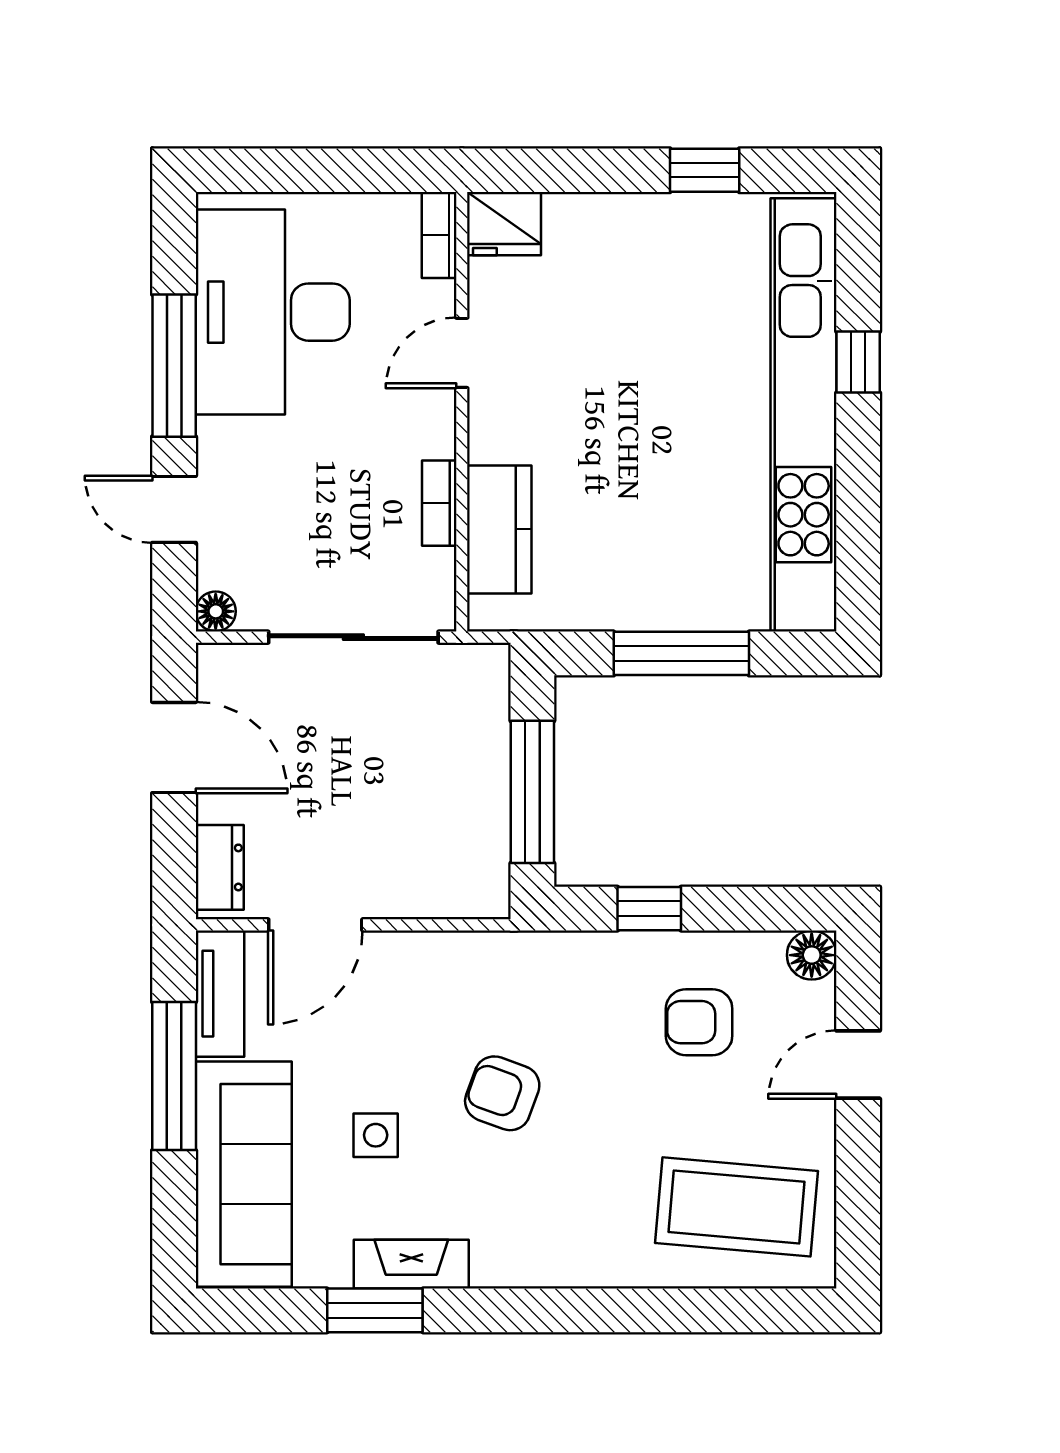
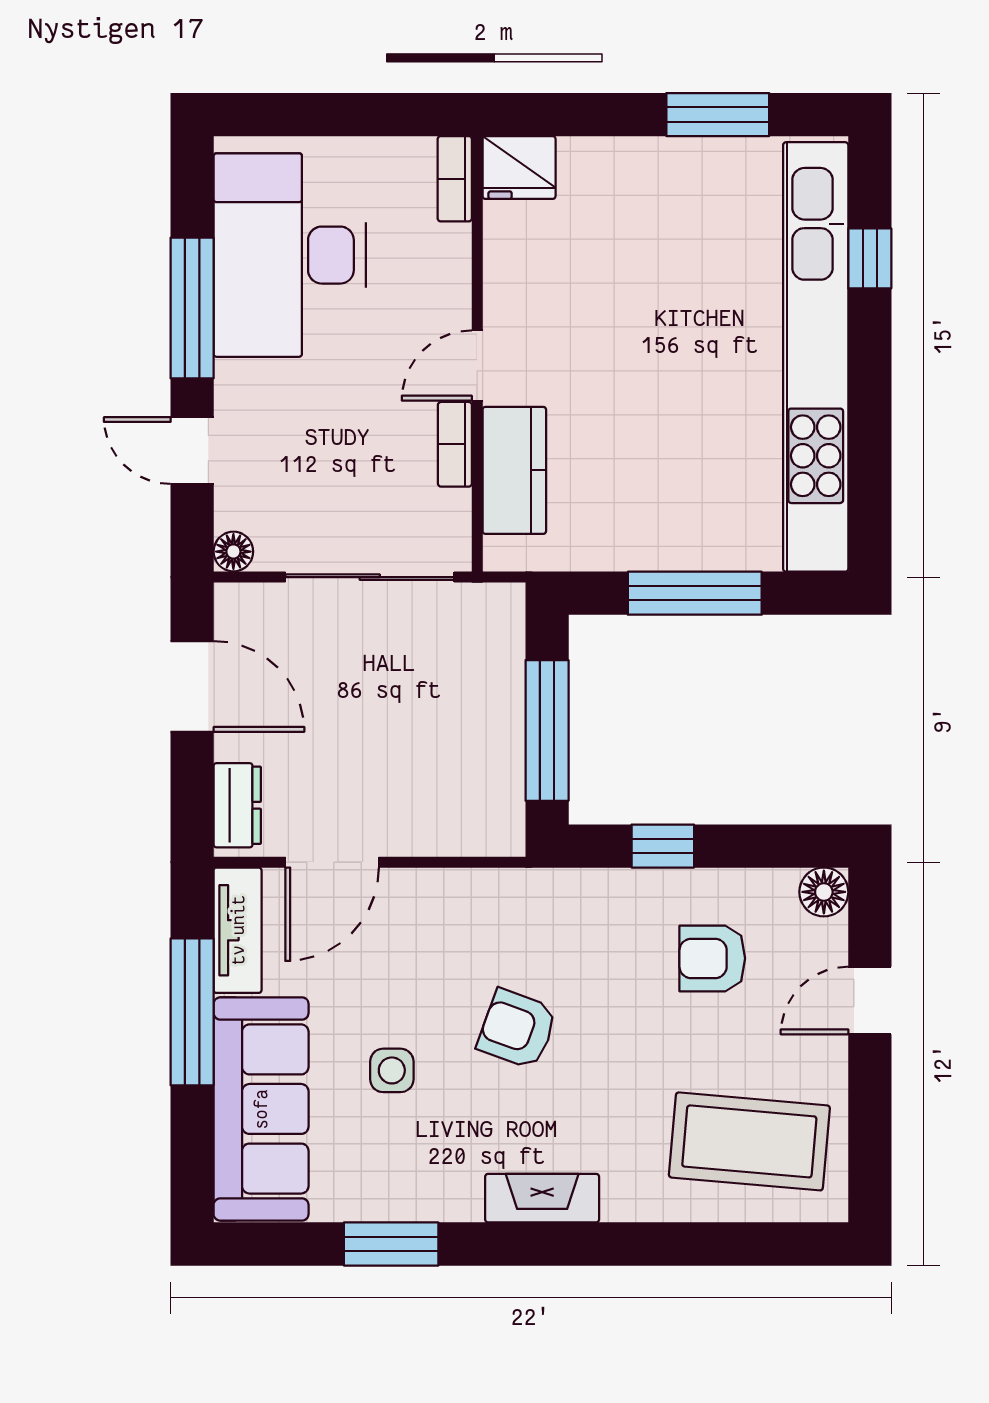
window: (705, 170) -> (718, 115), width x1.50
door: (462, 353) -> (477, 365), moved
window: (858, 362) -> (870, 258), moved
fireplace: (411, 1264) -> (542, 1198), moved

